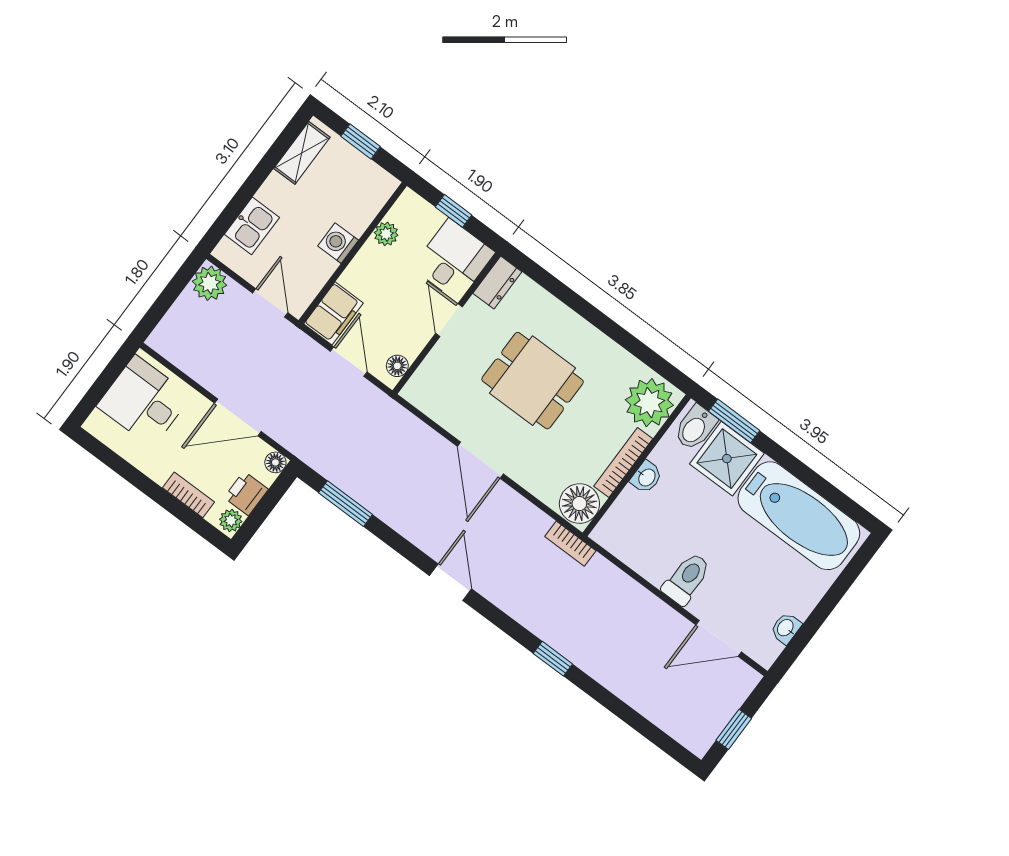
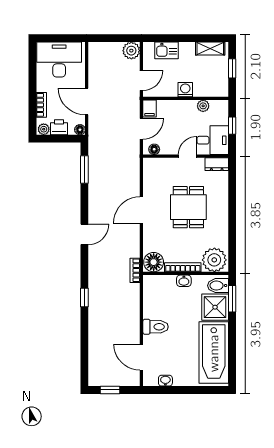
filing cabinet: (333, 313) -> (150, 109), width x0.50
desk: (144, 401) -> (59, 60), width x1.37

